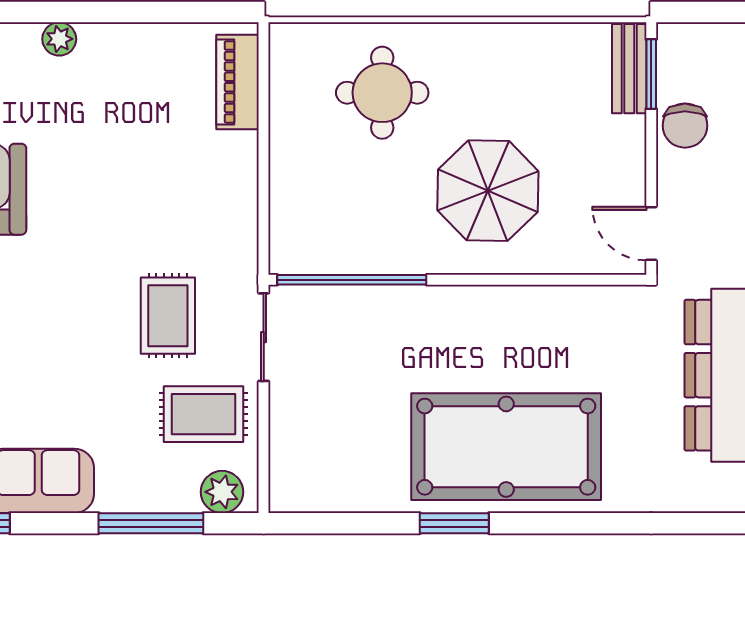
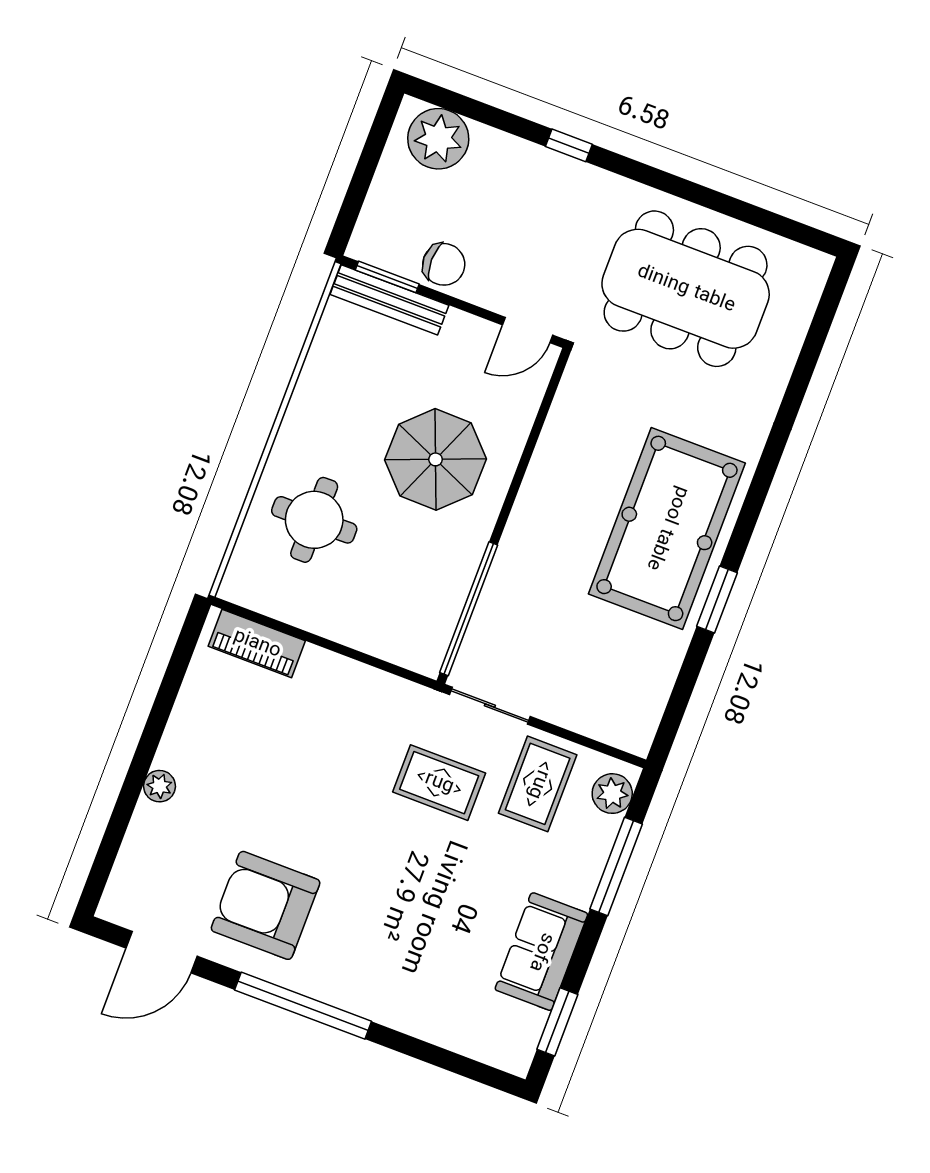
bench: (629, 69) -> (389, 300), width x1.36

